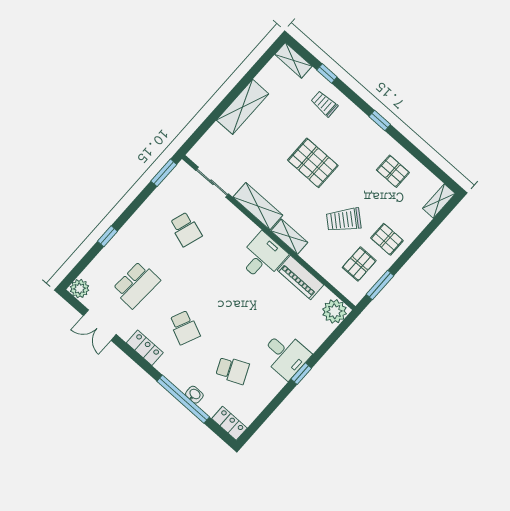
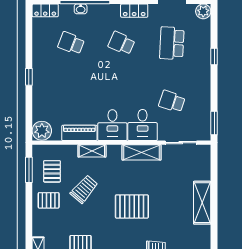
shelving: (289, 237) -> (92, 151), moved
desk: (285, 355) -> (143, 125), moved, turned -90
school desk: (232, 370) -> (71, 43), turned 45

